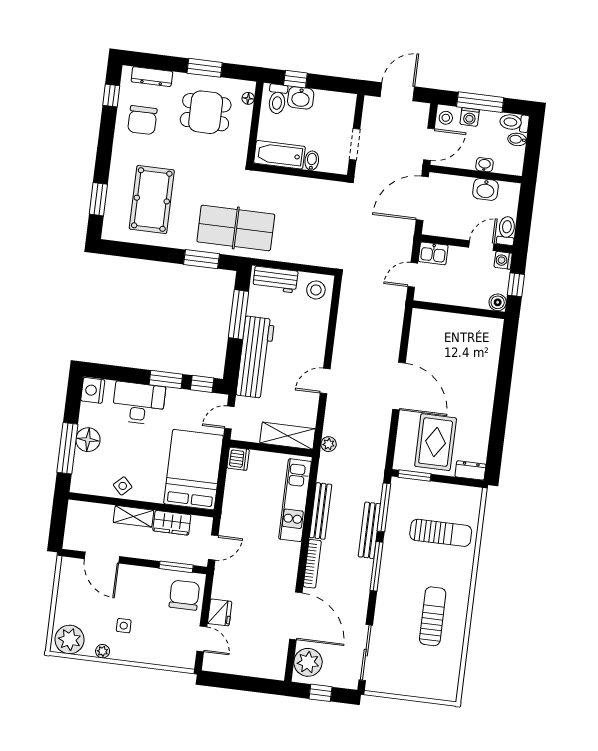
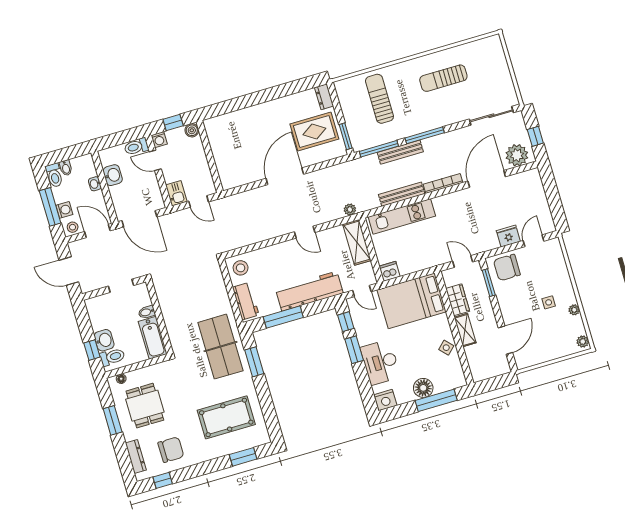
plant: (70, 640) -> (583, 341), width x0.53, depth x0.53

